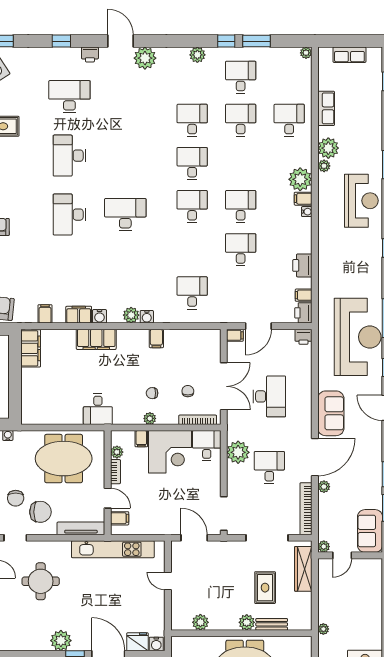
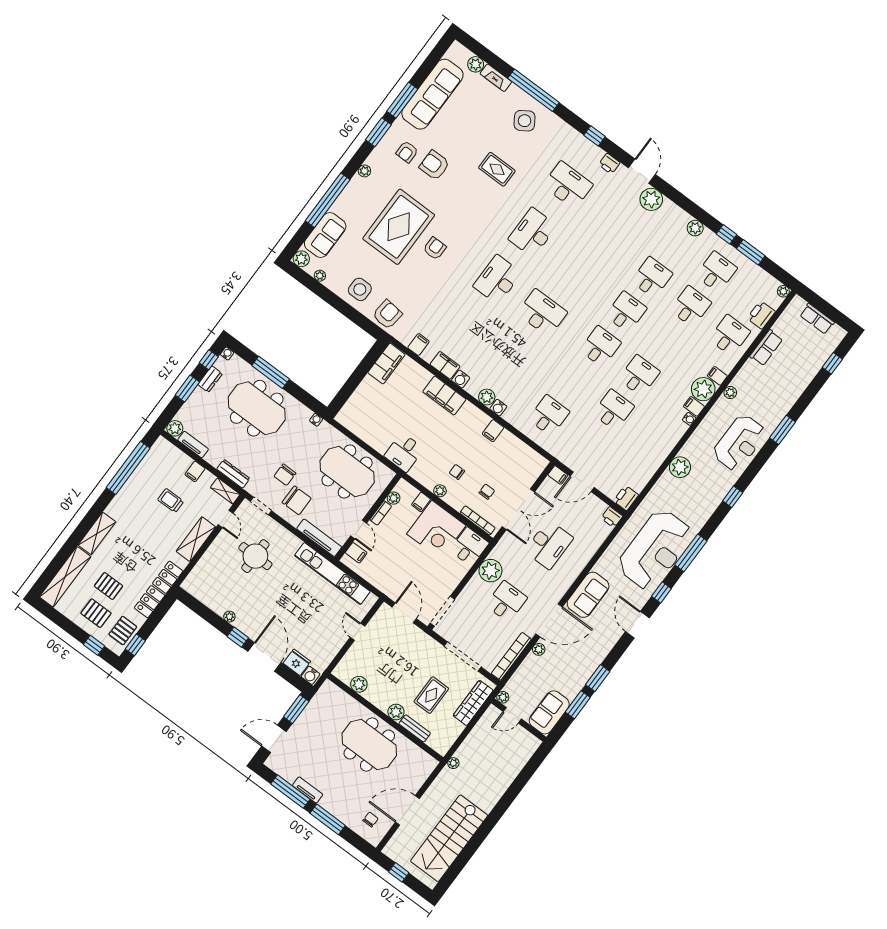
plant: (328, 148) -> (680, 467), moved
printer: (302, 265) -> (761, 315), moved
filing cabinet: (304, 295) -> (717, 376), moved
plant: (61, 641) -> (229, 617), width x0.53, depth x0.53

